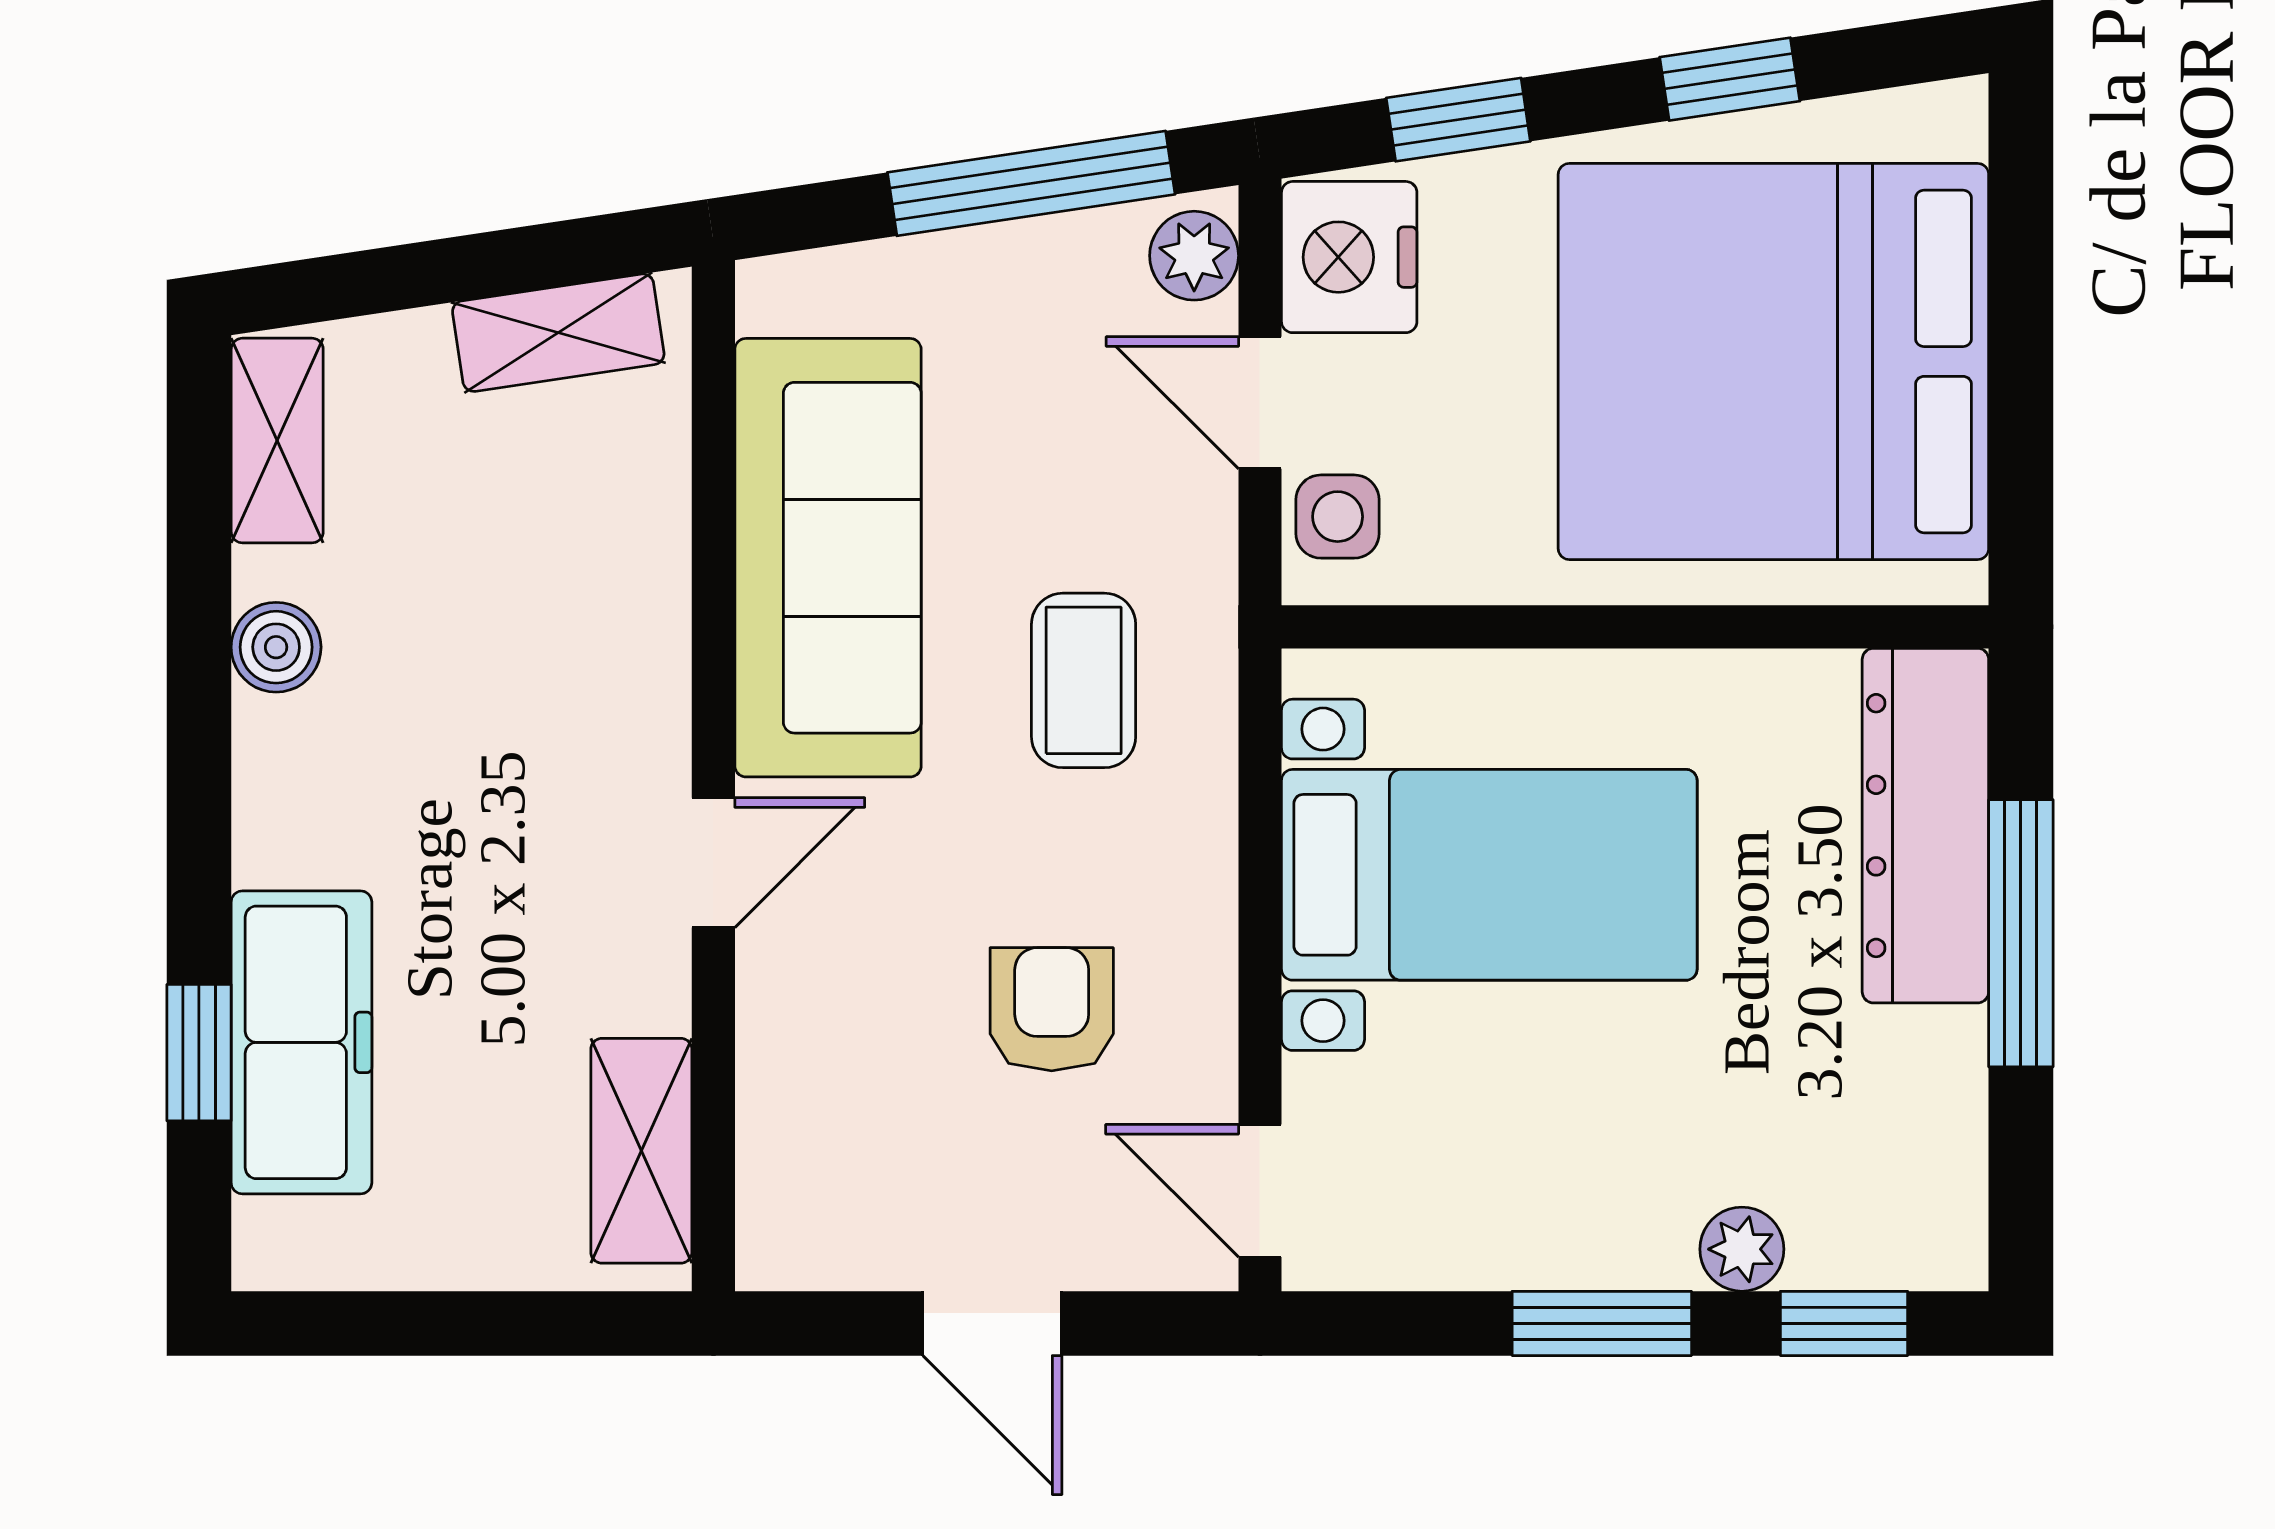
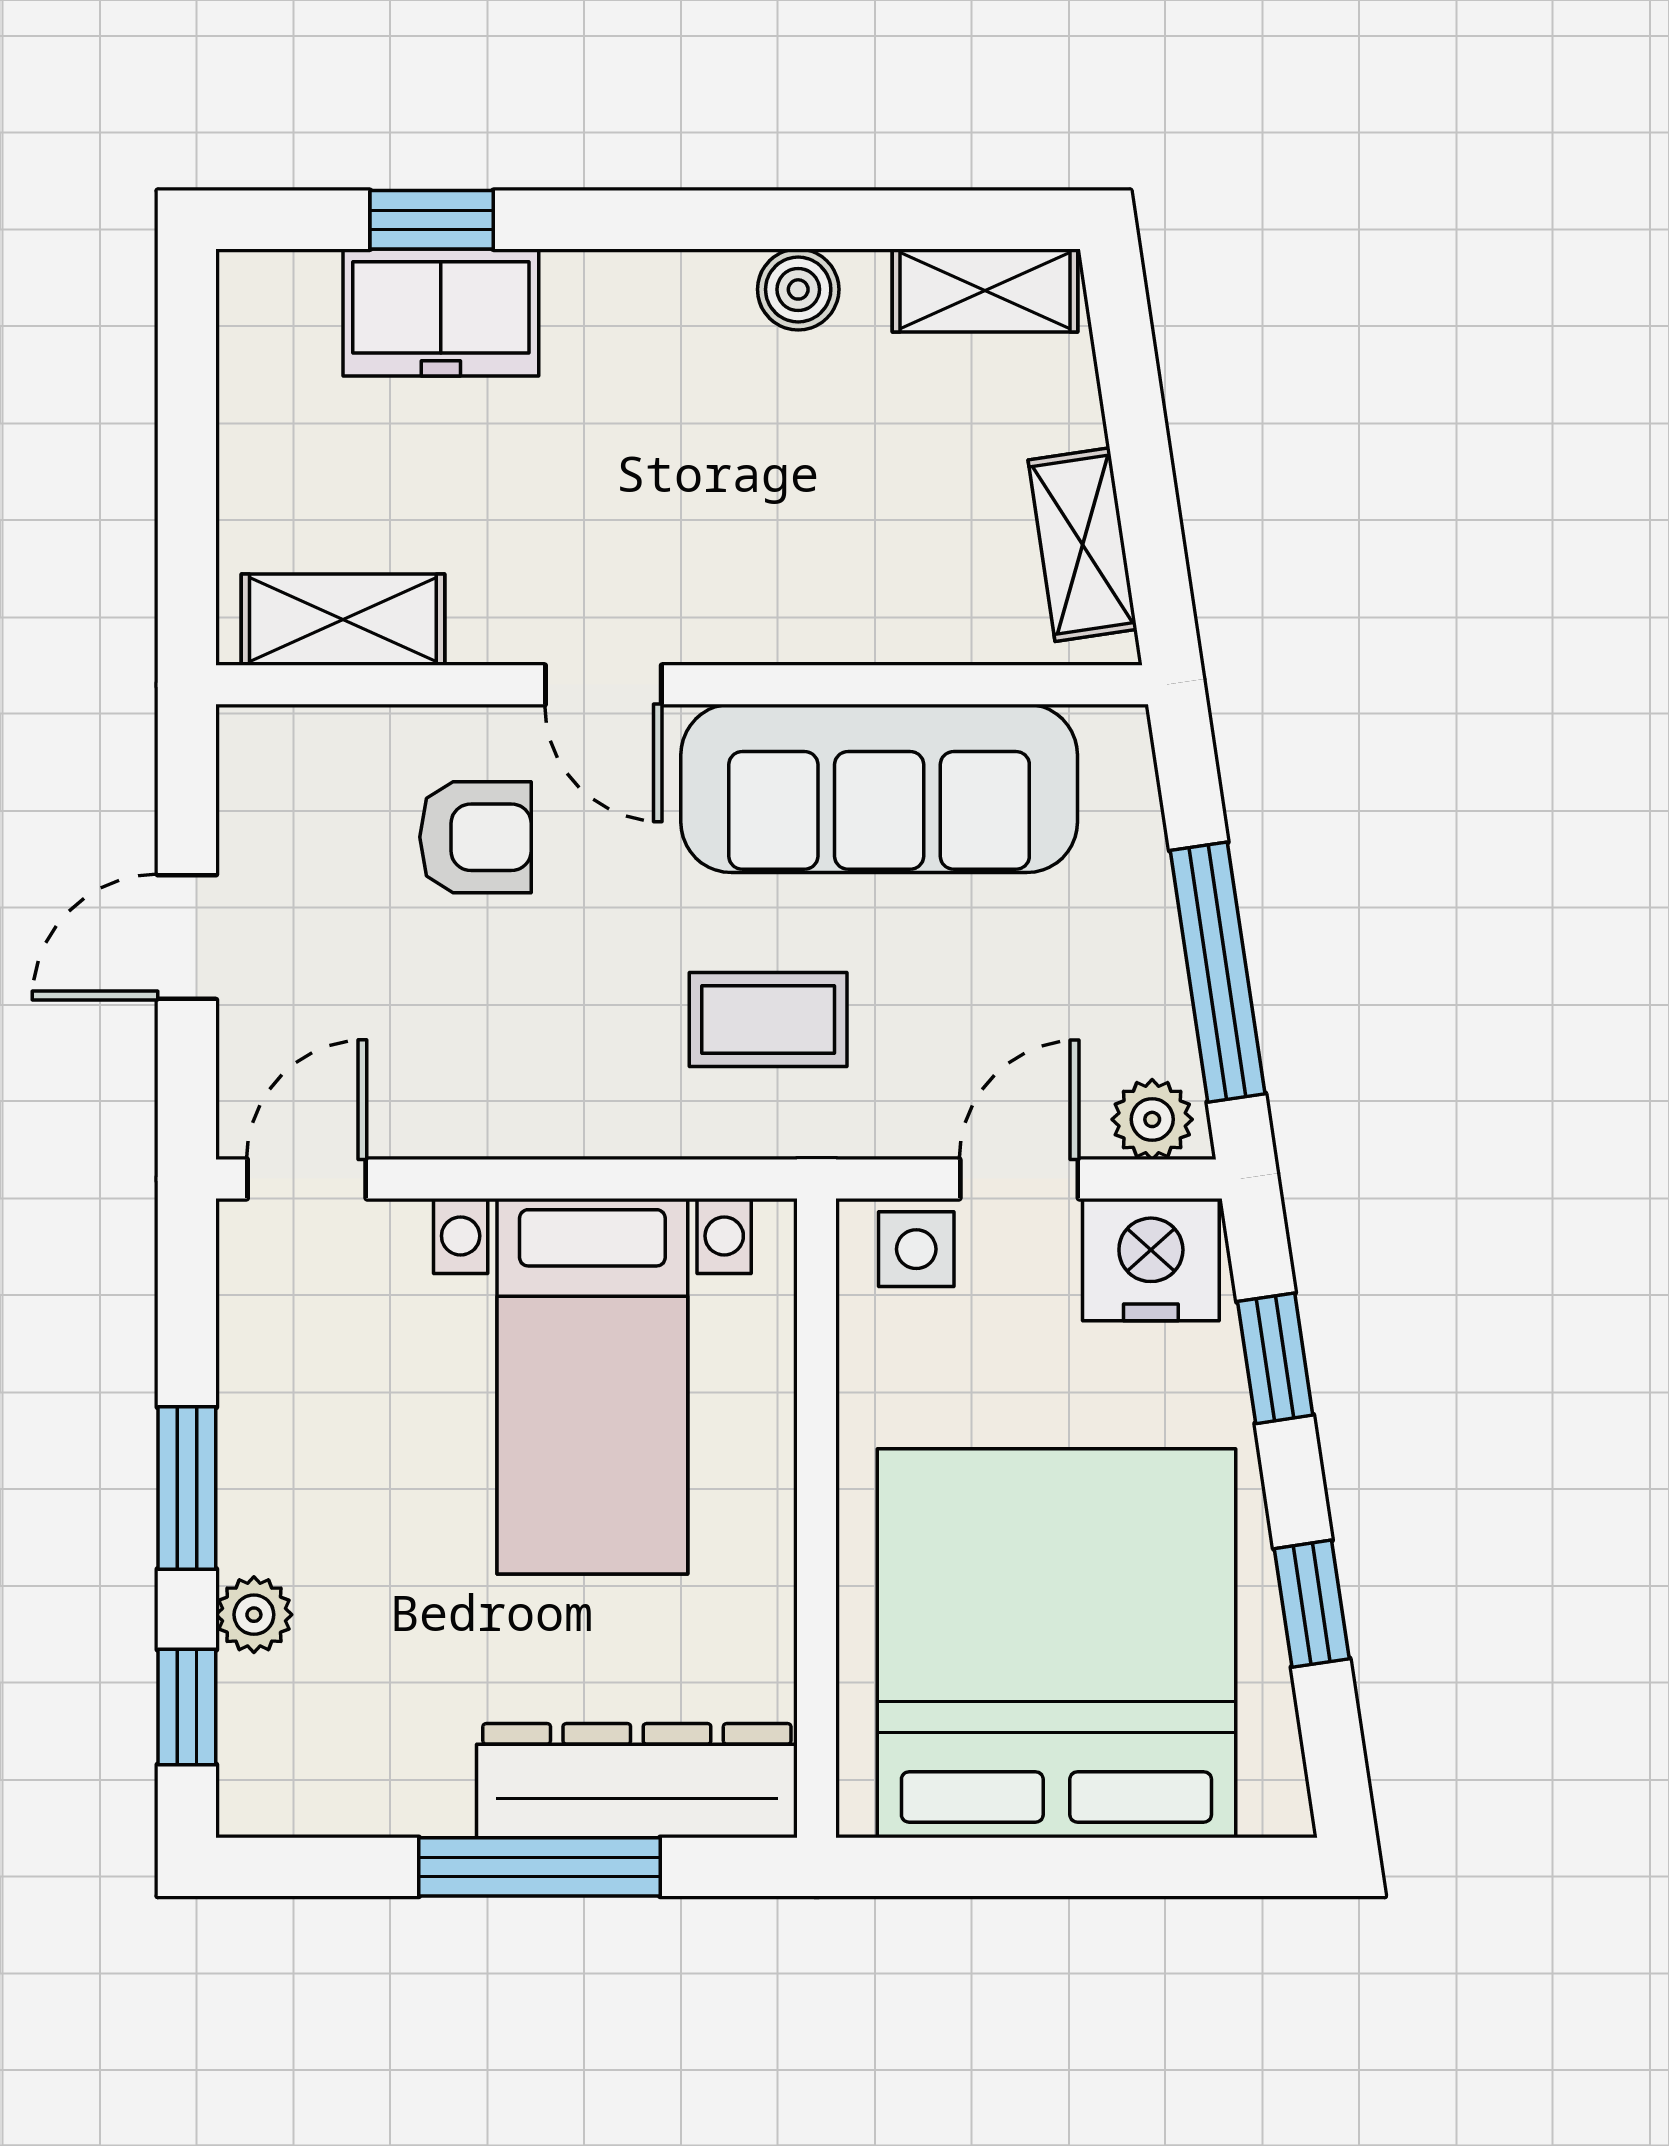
armchair: (1052, 1009) -> (476, 837), moved
freezer: (301, 1042) -> (441, 312), width x0.71

